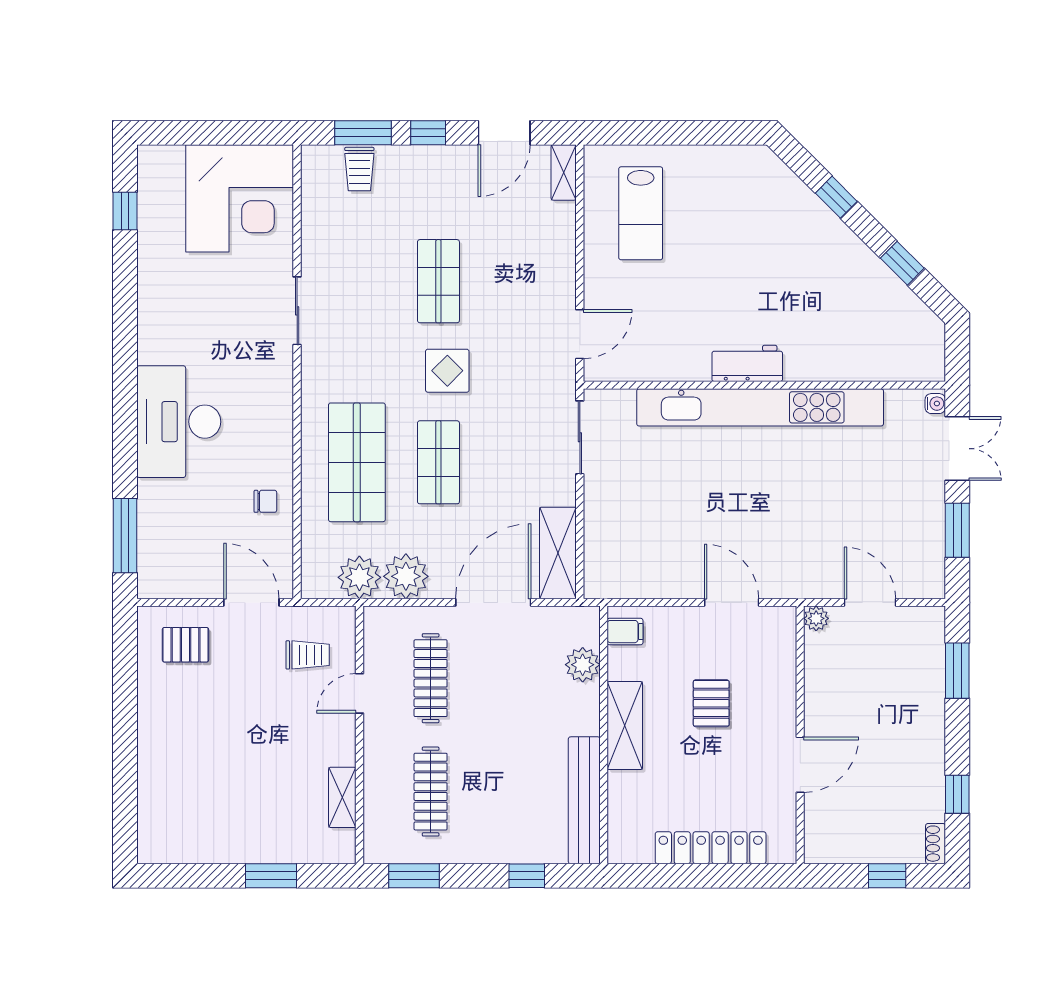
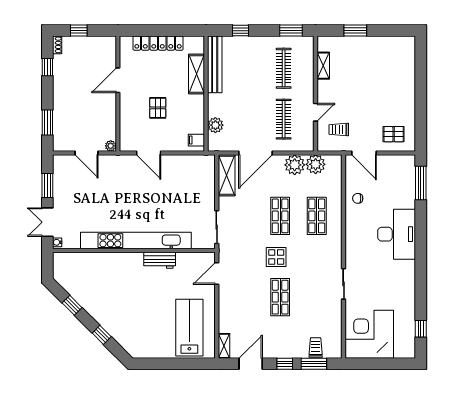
lab bench: (641, 213) -> (189, 328), width x1.36, depth x1.39
workbench: (747, 363) -> (160, 260), moved
shop shelf: (357, 462) -> (317, 216), width x0.70, depth x0.74
shelving: (625, 726) -> (196, 74), moved

